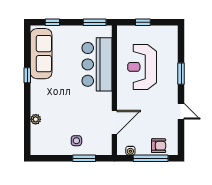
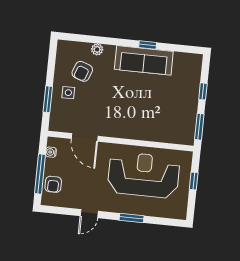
window: (52, 22) -> (203, 91), moved
sofa: (41, 54) -> (144, 60), moved
bar counter: (97, 64) -> (152, 125), removed
reception desk: (142, 67) -> (144, 175), width x1.36, depth x1.30
armchair: (56, 130) -> (82, 71), added

